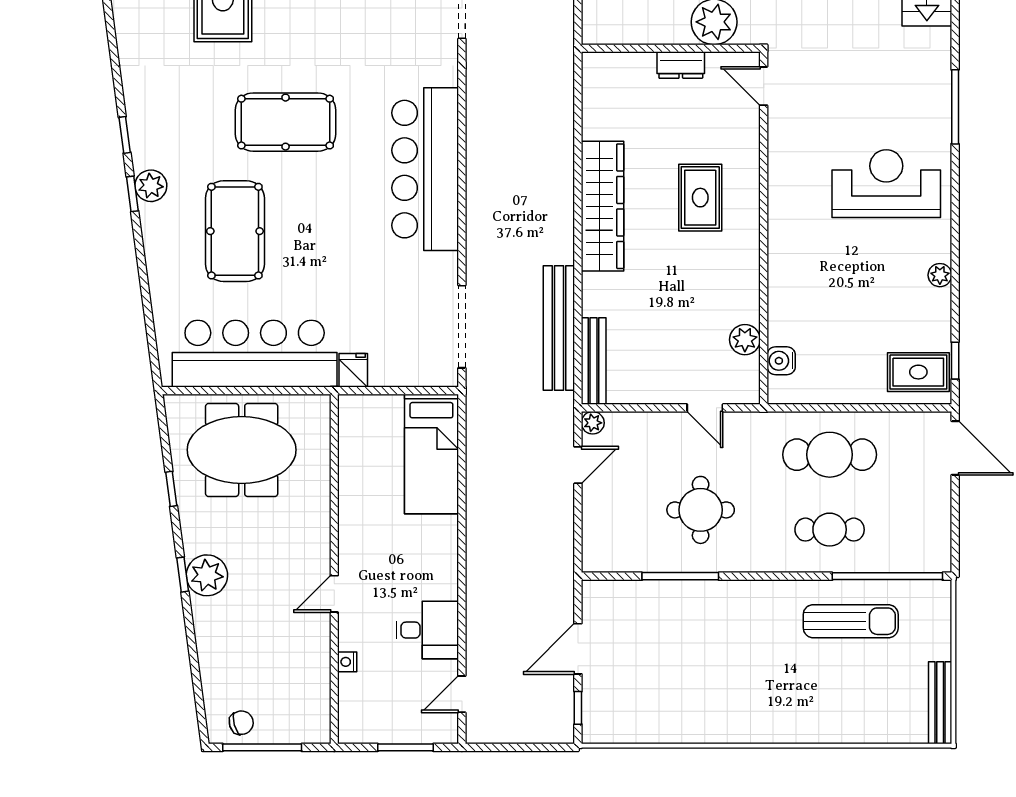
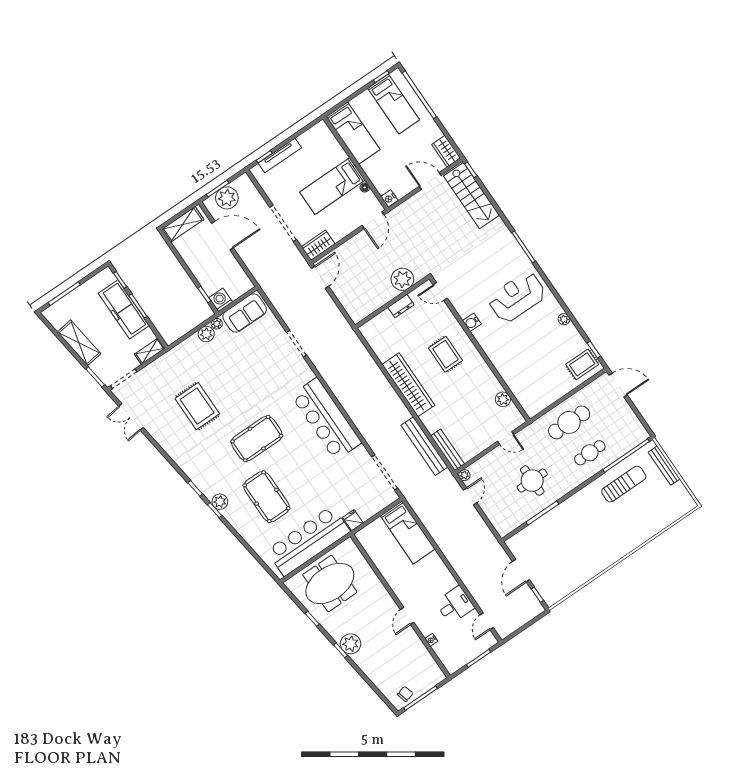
water cooler: (781, 361) -> (472, 322), moved
bench: (940, 703) -> (664, 465), moved

